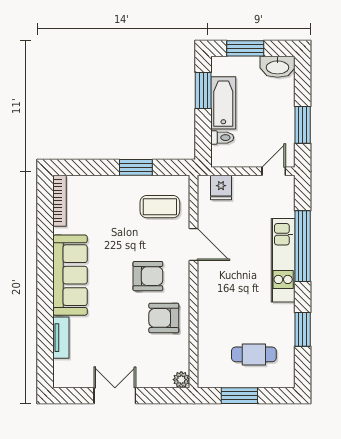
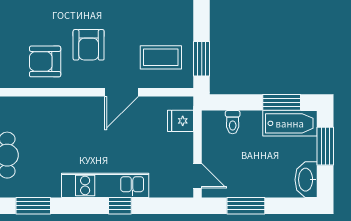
bathtub: (223, 103) -> (290, 123), moved
window: (136, 167) -> (202, 59), moved
coffee table: (160, 207) -> (161, 57), turned 90
window: (303, 246) -> (120, 206), width x0.32
armchair: (164, 318) -> (45, 61), turned -90

